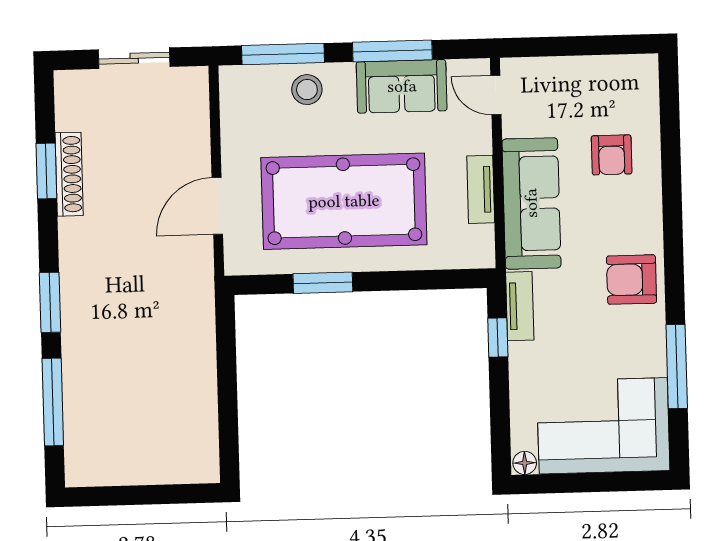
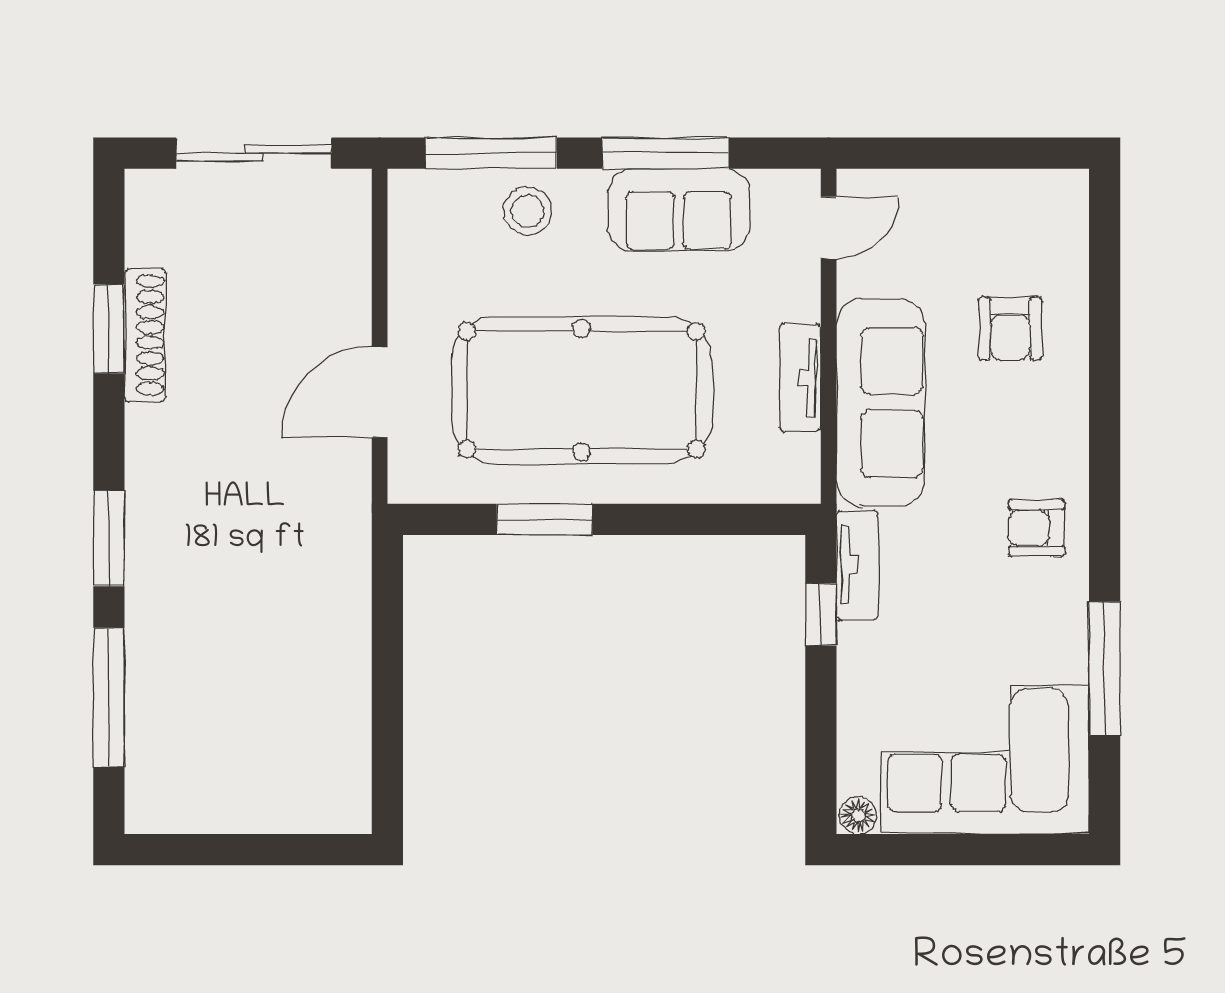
sliding door: (134, 58) -> (254, 153), width x1.37
door: (496, 95) -> (829, 228), swing flipped
armchair: (632, 280) -> (1037, 528), width x0.72, depth x0.72

